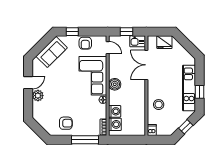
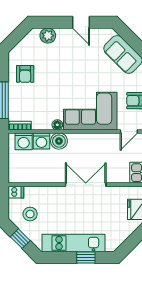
double door: (146, 65) -> (86, 185), moved
boiler: (115, 84) -> (59, 141), moved
window: (199, 92) -> (86, 257), moved
plant: (38, 96) -> (48, 36), moved
stool: (159, 105) -> (30, 214), moved

